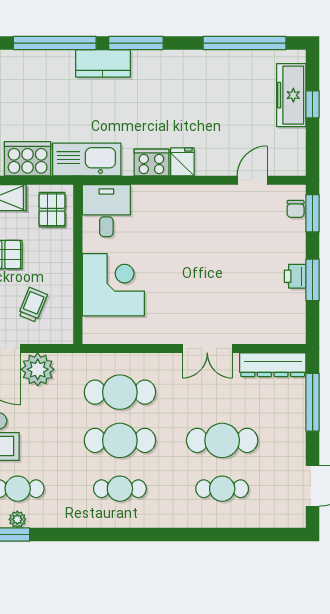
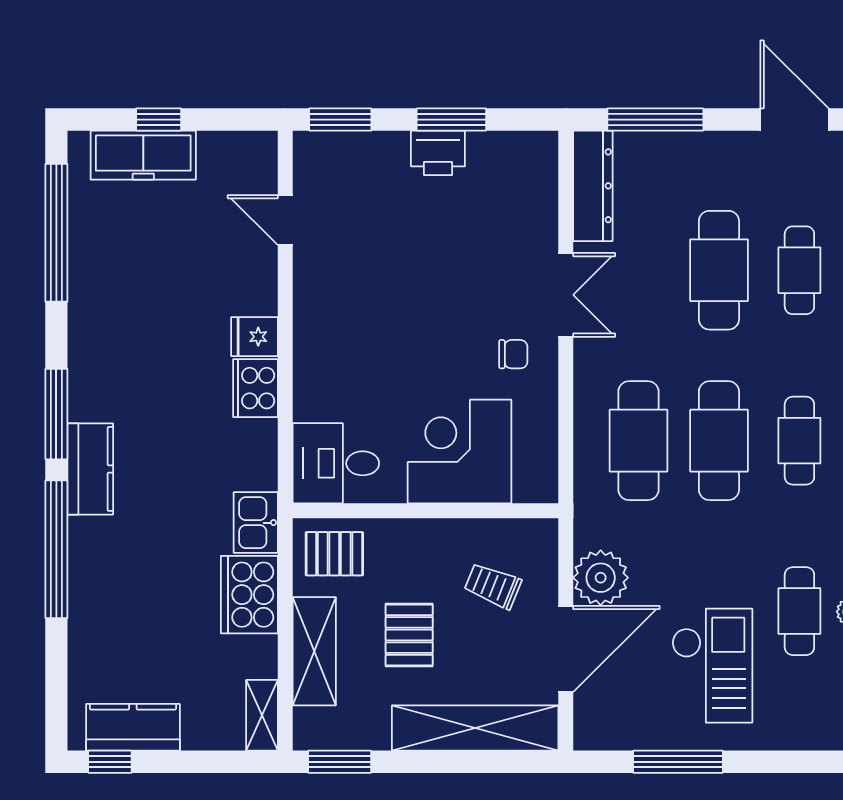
kitchen sink: (87, 159) -> (256, 523), width x0.53, depth x0.81
chair: (296, 209) -> (513, 354), moved
printer: (295, 276) -> (438, 153), width x1.36, depth x1.24

